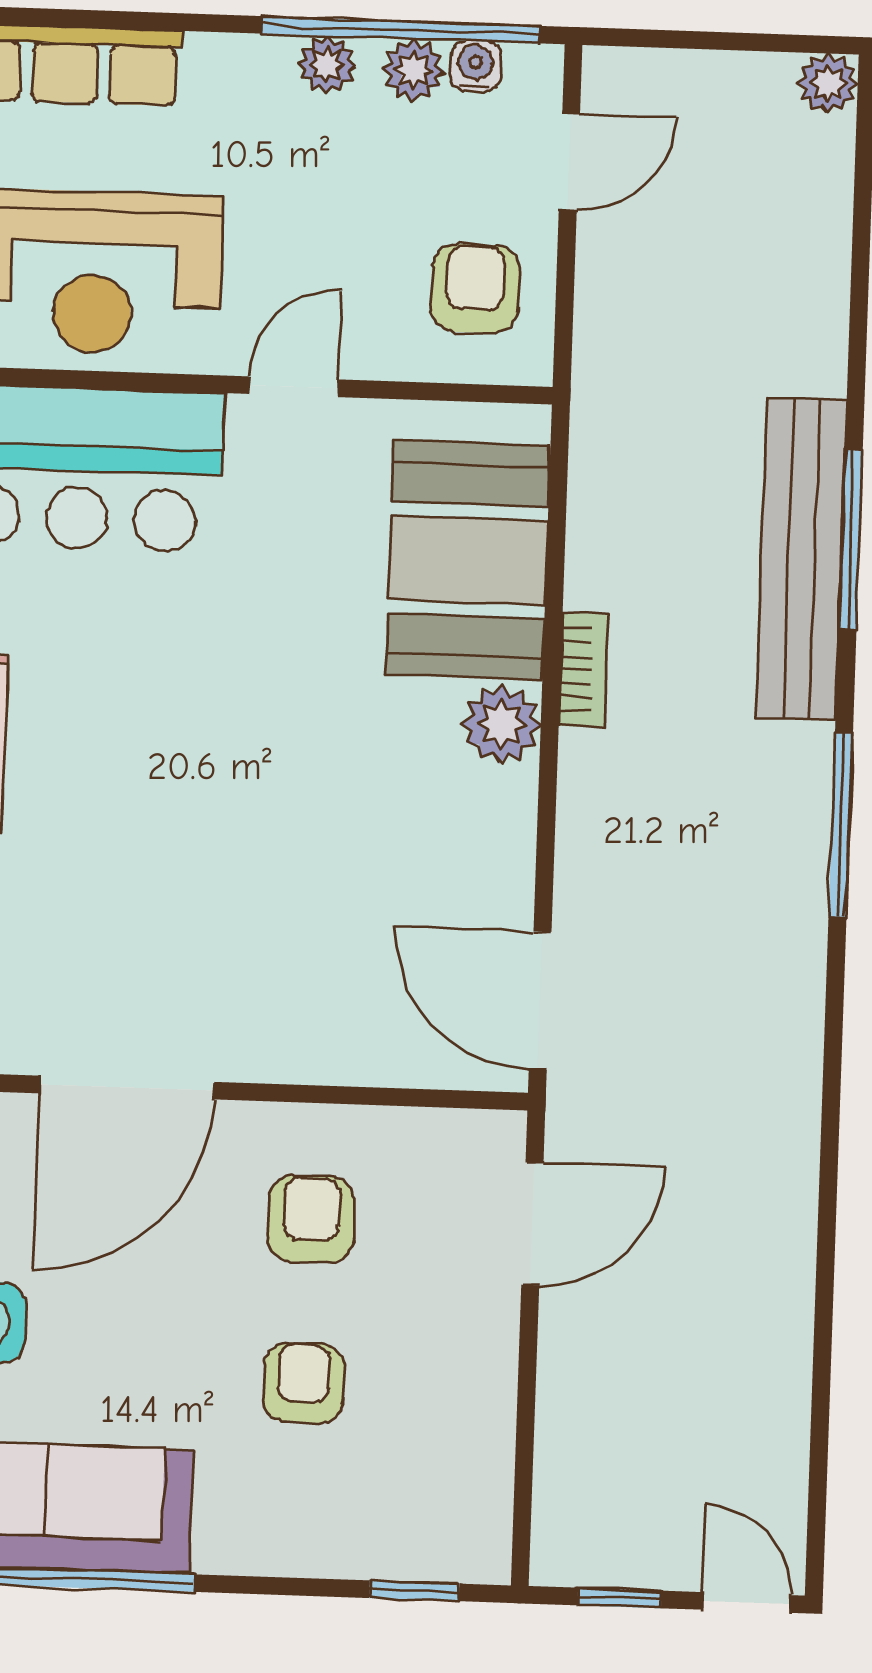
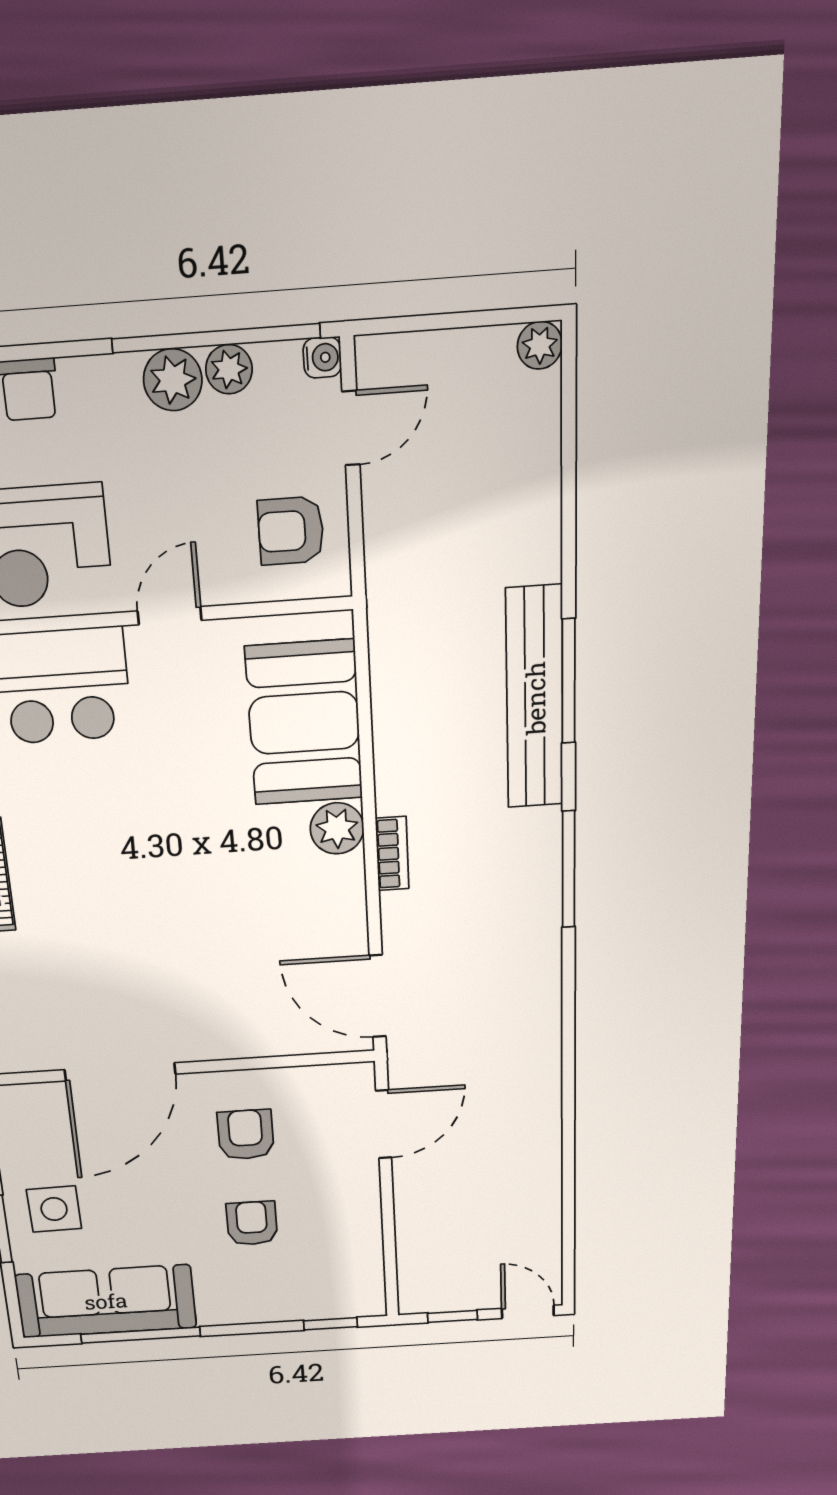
plant: (327, 64) -> (173, 380), width x1.38, depth x1.38
water cooler: (475, 66) -> (322, 357), moved, turned 90
armchair: (475, 288) -> (291, 531), turned -90
bookcase: (583, 670) -> (392, 854), moved

